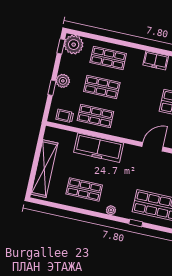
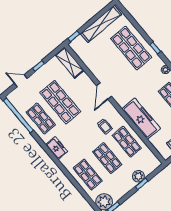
plant: (63, 81) -> (138, 176), moved
trolley: (65, 116) -> (105, 126), moved
door: (152, 147) -> (104, 91), hinge flipped

